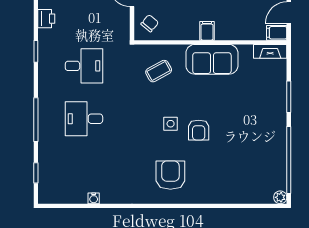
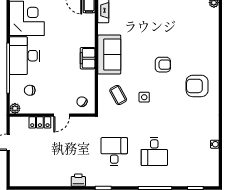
filing cabinet: (207, 31) -> (88, 58), width x2.00
side table: (171, 124) -> (144, 97), moved

